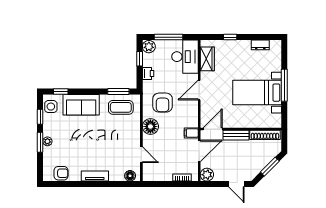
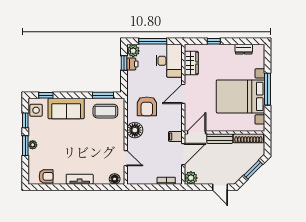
printer: (148, 74) -> (132, 64), moved
bed with nightstands: (257, 93) -> (241, 96), width x1.36

